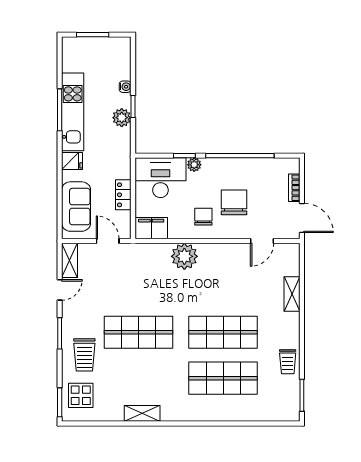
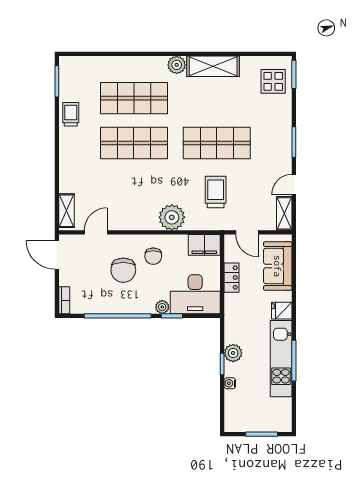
bookcase: (294, 188) -> (64, 300), moved
shelving: (292, 294) -> (67, 211), moved
trolley: (84, 355) -> (216, 192), moved
plant: (179, 412) -> (177, 65), added
shelving: (142, 413) -> (213, 66), width x1.50, depth x1.33

